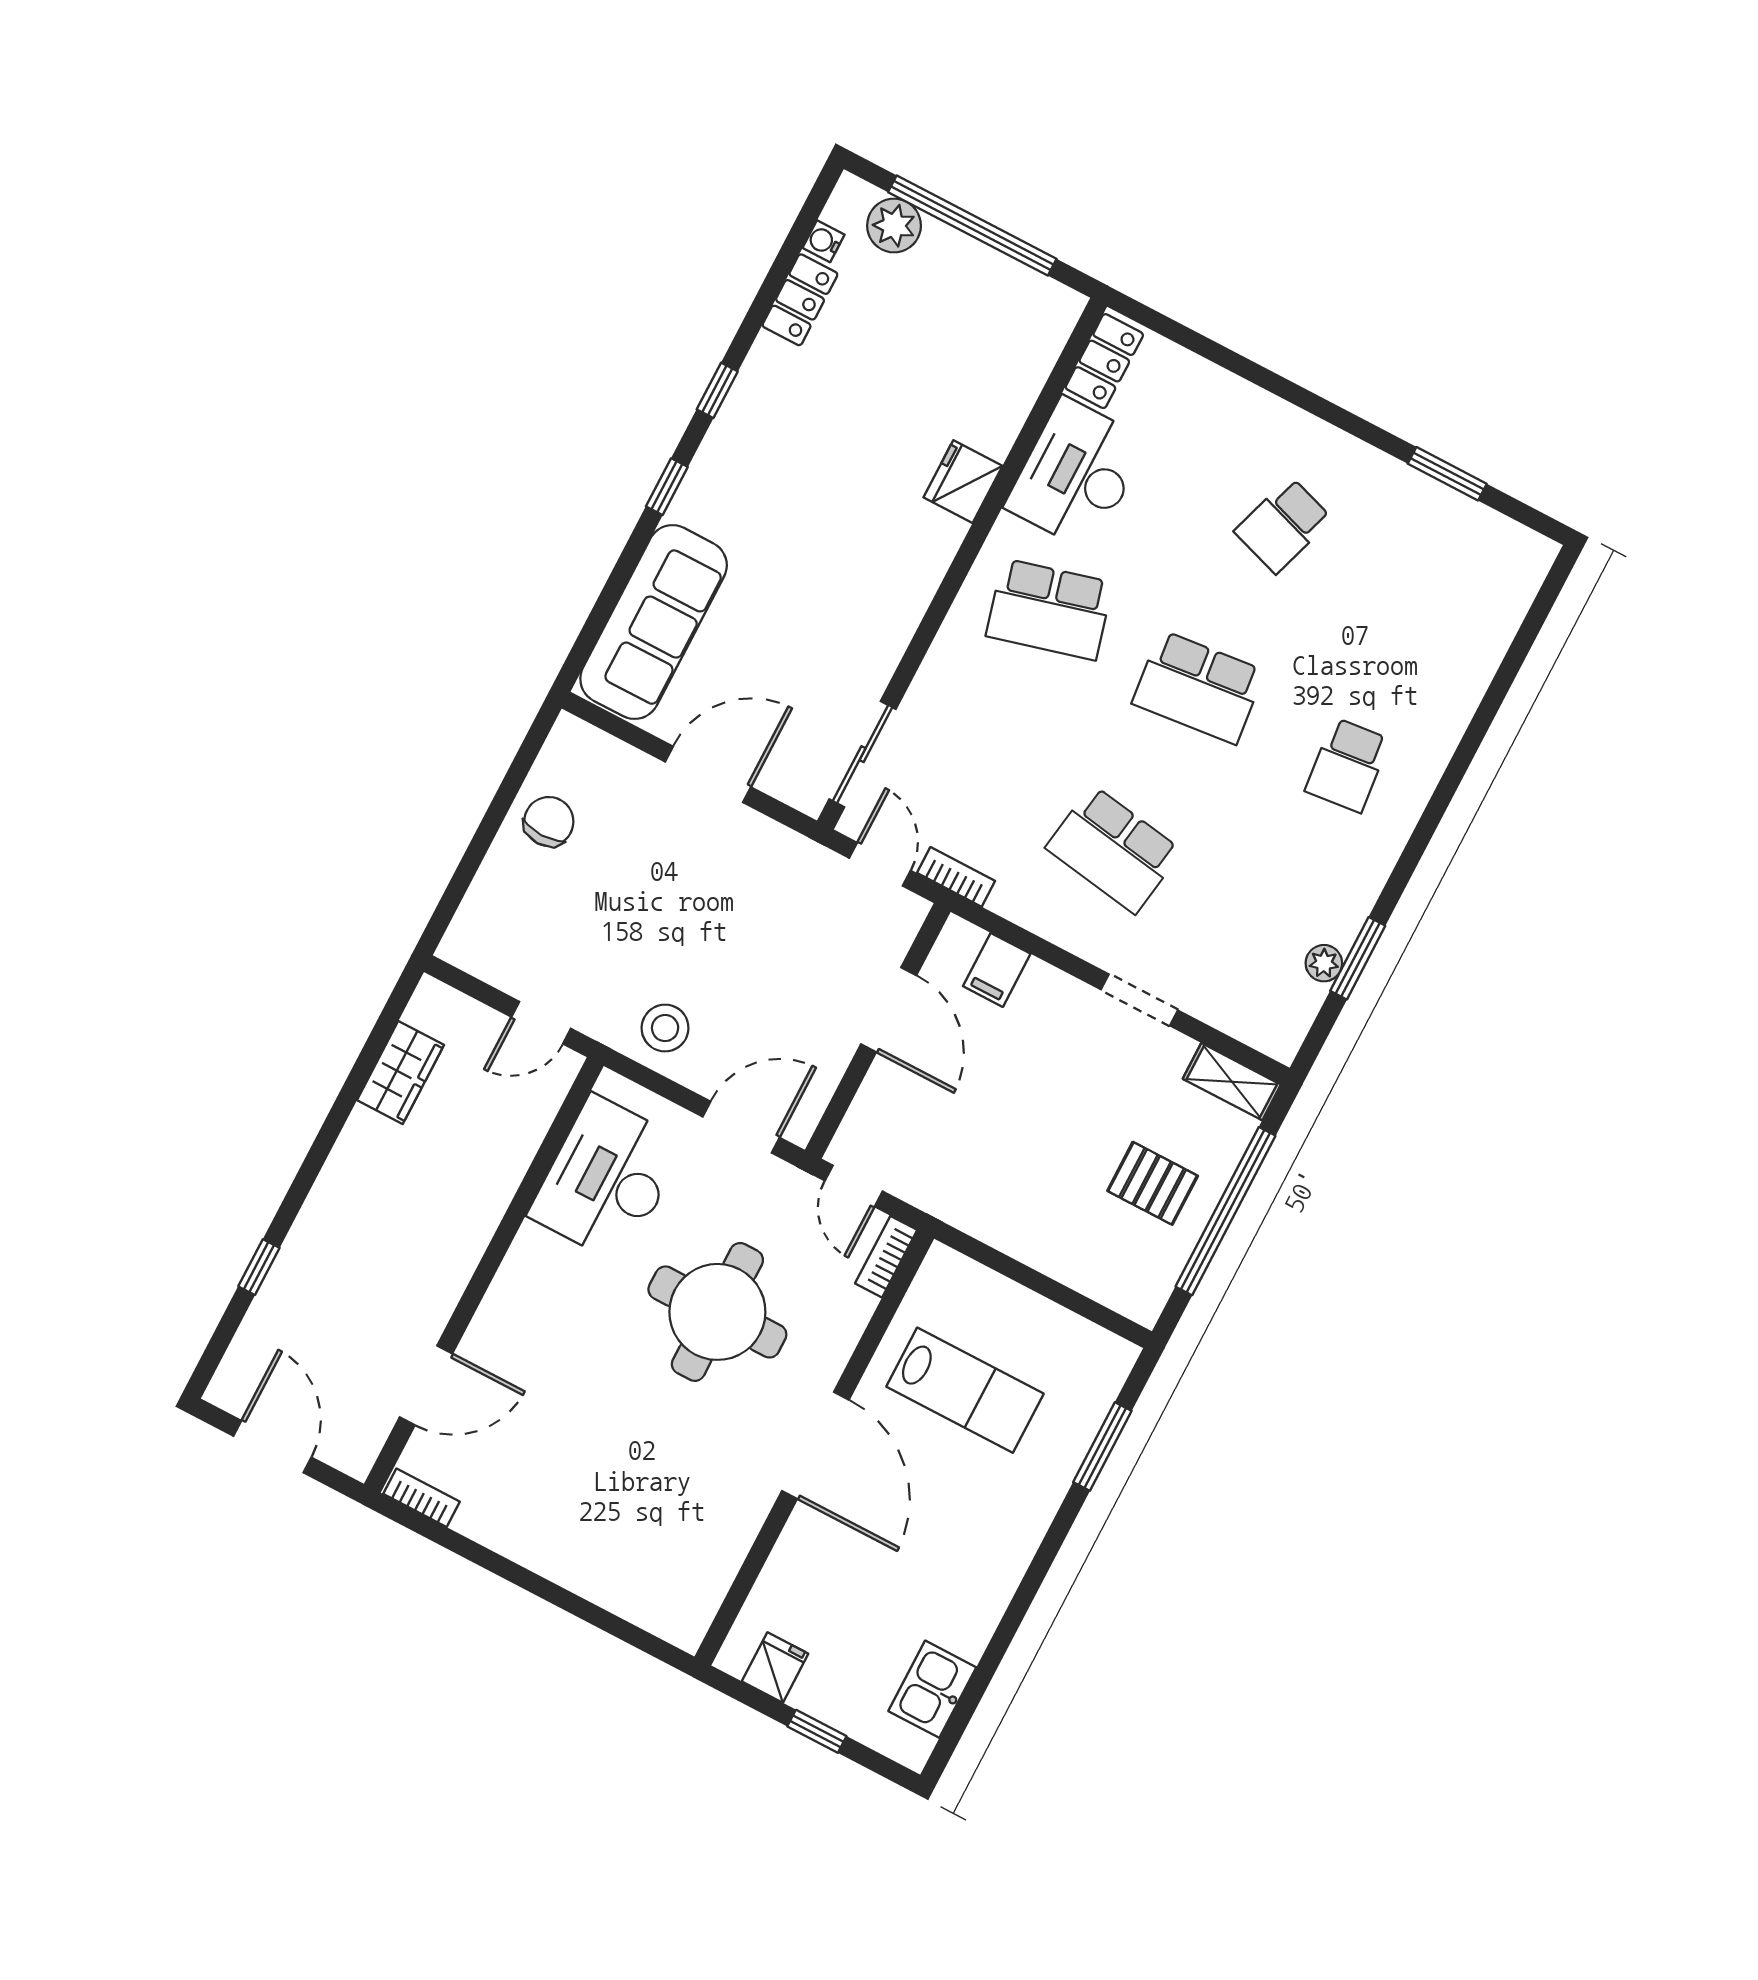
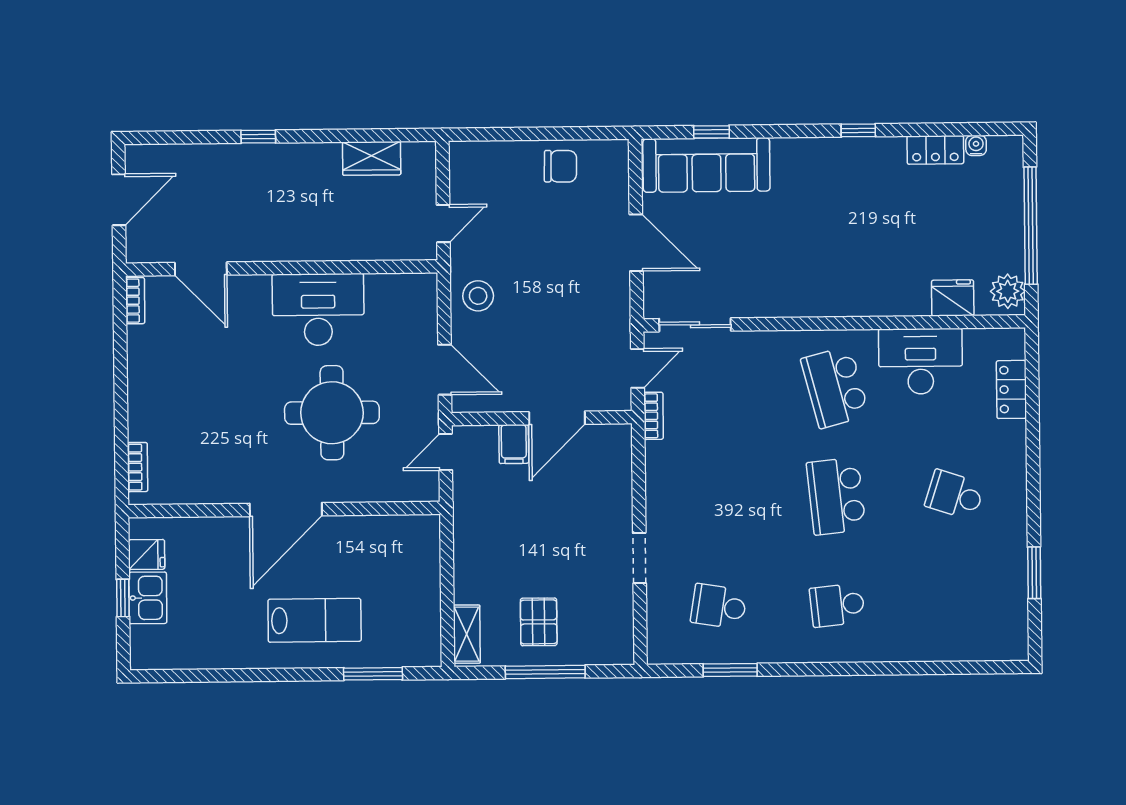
plant: (894, 226) -> (1008, 291), moved
locker: (1104, 361) -> (1011, 389), moved, turned 90
fridge: (963, 482) -> (953, 298), moved
window: (667, 487) -> (712, 132), moved
school desk: (1114, 849) -> (719, 606), moved, width x0.54
plant: (1324, 963) -> (717, 652), removed
filing cabinet: (997, 970) -> (514, 444), moved, turned -90
door: (541, 1023) -> (443, 223), swing flipped
shelving: (1232, 1082) -> (467, 634), moved
desk: (607, 1179) -> (318, 310), moved
window: (1225, 1211) -> (545, 672), width x0.68
bookcase: (886, 1257) -> (138, 467), moved, turned 90
window: (259, 1267) -> (258, 137), moved
lab bench: (965, 1390) -> (315, 620), moved, turned -90
kitchen sink: (932, 1689) -> (148, 598), moved, turned 90

